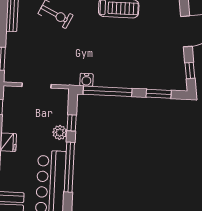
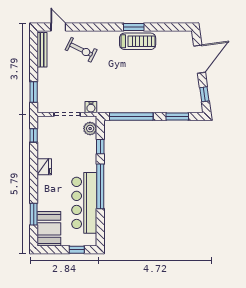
water cooler: (86, 80) -> (91, 107), moved
plant: (60, 133) -> (90, 129), moved

